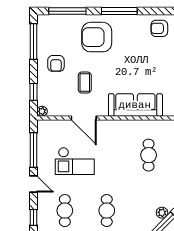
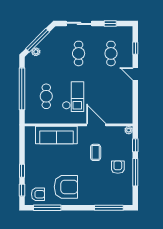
window: (119, 11) -> (47, 208), moved
armchair: (97, 37) -> (66, 187), moved
window: (33, 42) -> (135, 172), moved
window: (33, 150) -> (135, 100), removed
checkout: (75, 161) -> (73, 97), moved, turned 90

